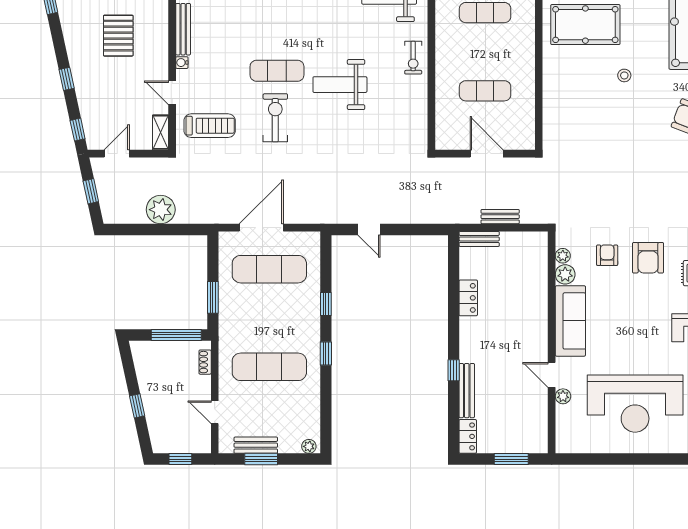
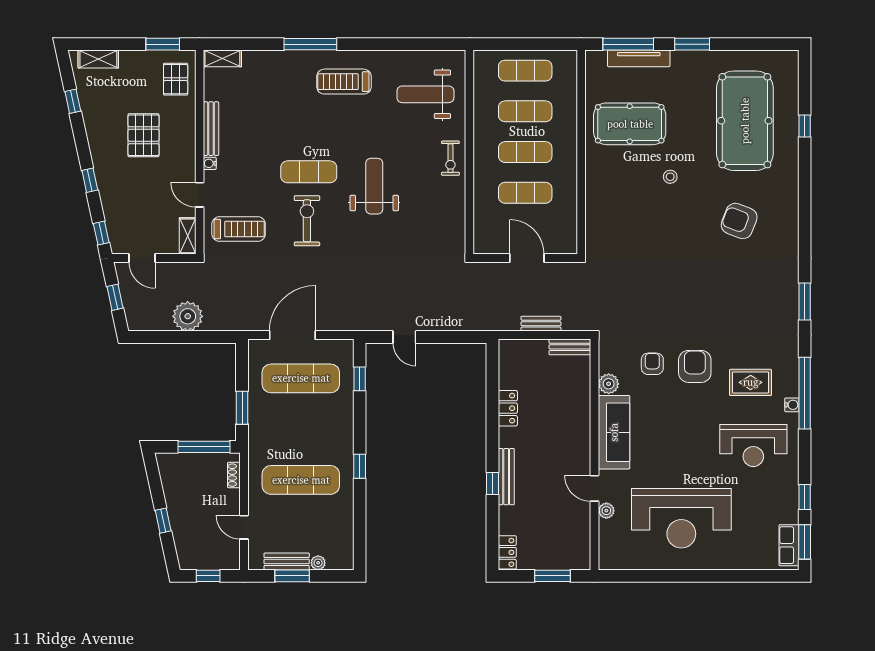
exercise mat: (485, 52) -> (525, 152), added
weight bench: (340, 85) -> (374, 186), turned 90
door: (117, 154) -> (142, 258), swing flipped
bench: (479, 239) -> (570, 347), moved
plant: (563, 256) -> (606, 364), removed
armchair: (648, 258) -> (695, 366), turned 180
window: (326, 304) -> (360, 379), moved
bench: (467, 391) -> (506, 477), moved
plant: (309, 446) -> (318, 563), moved

